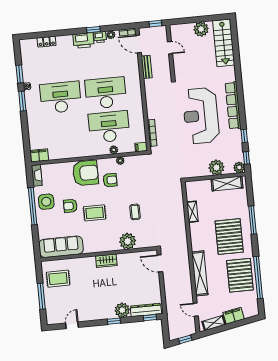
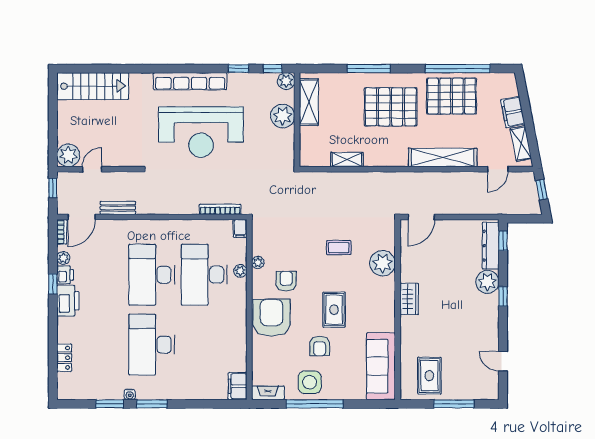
plant: (201, 29) -> (68, 155), moved

